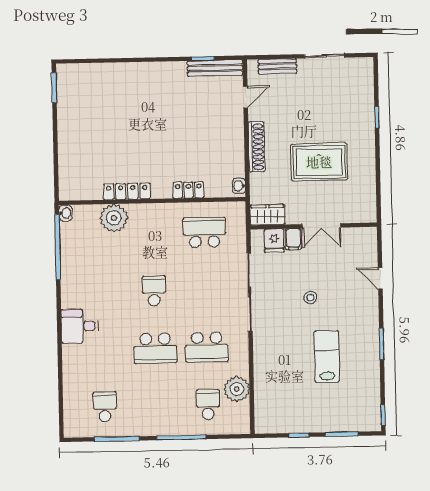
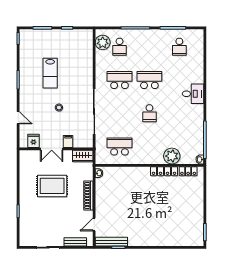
locker: (188, 190) -> (188, 171), moved
double door: (321, 226) -> (52, 149), swing flipped
school desk: (204, 232) -> (120, 147), turned 180
fridge: (274, 241) -> (33, 141), moved
plant: (237, 389) -> (103, 42), moved

